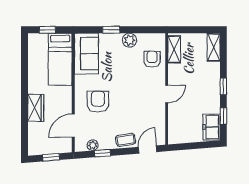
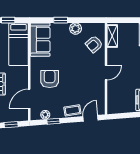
armchair: (152, 59) -> (94, 44), turned -131

